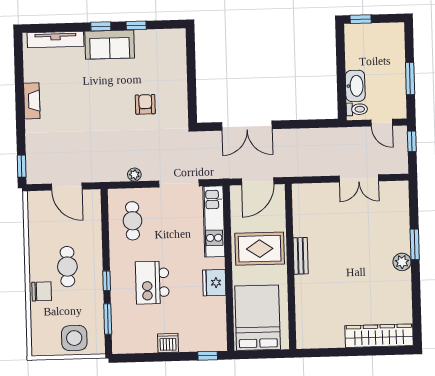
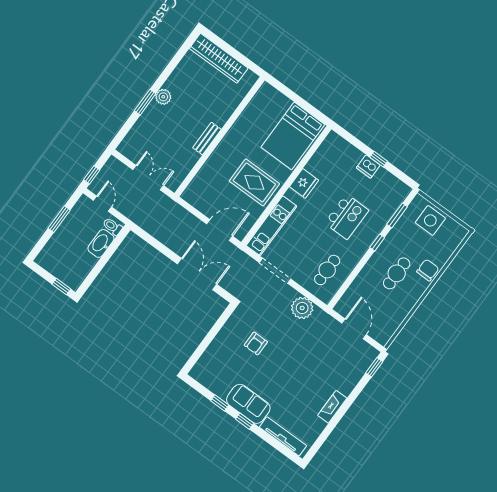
plant: (134, 175) -> (302, 308), width x1.88, depth x1.88
bench: (301, 256) -> (207, 139), moved
wall: (290, 266) -> (220, 137), moved
chair: (42, 291) -> (428, 270), turned 90
window: (208, 356) -> (379, 159), moved

